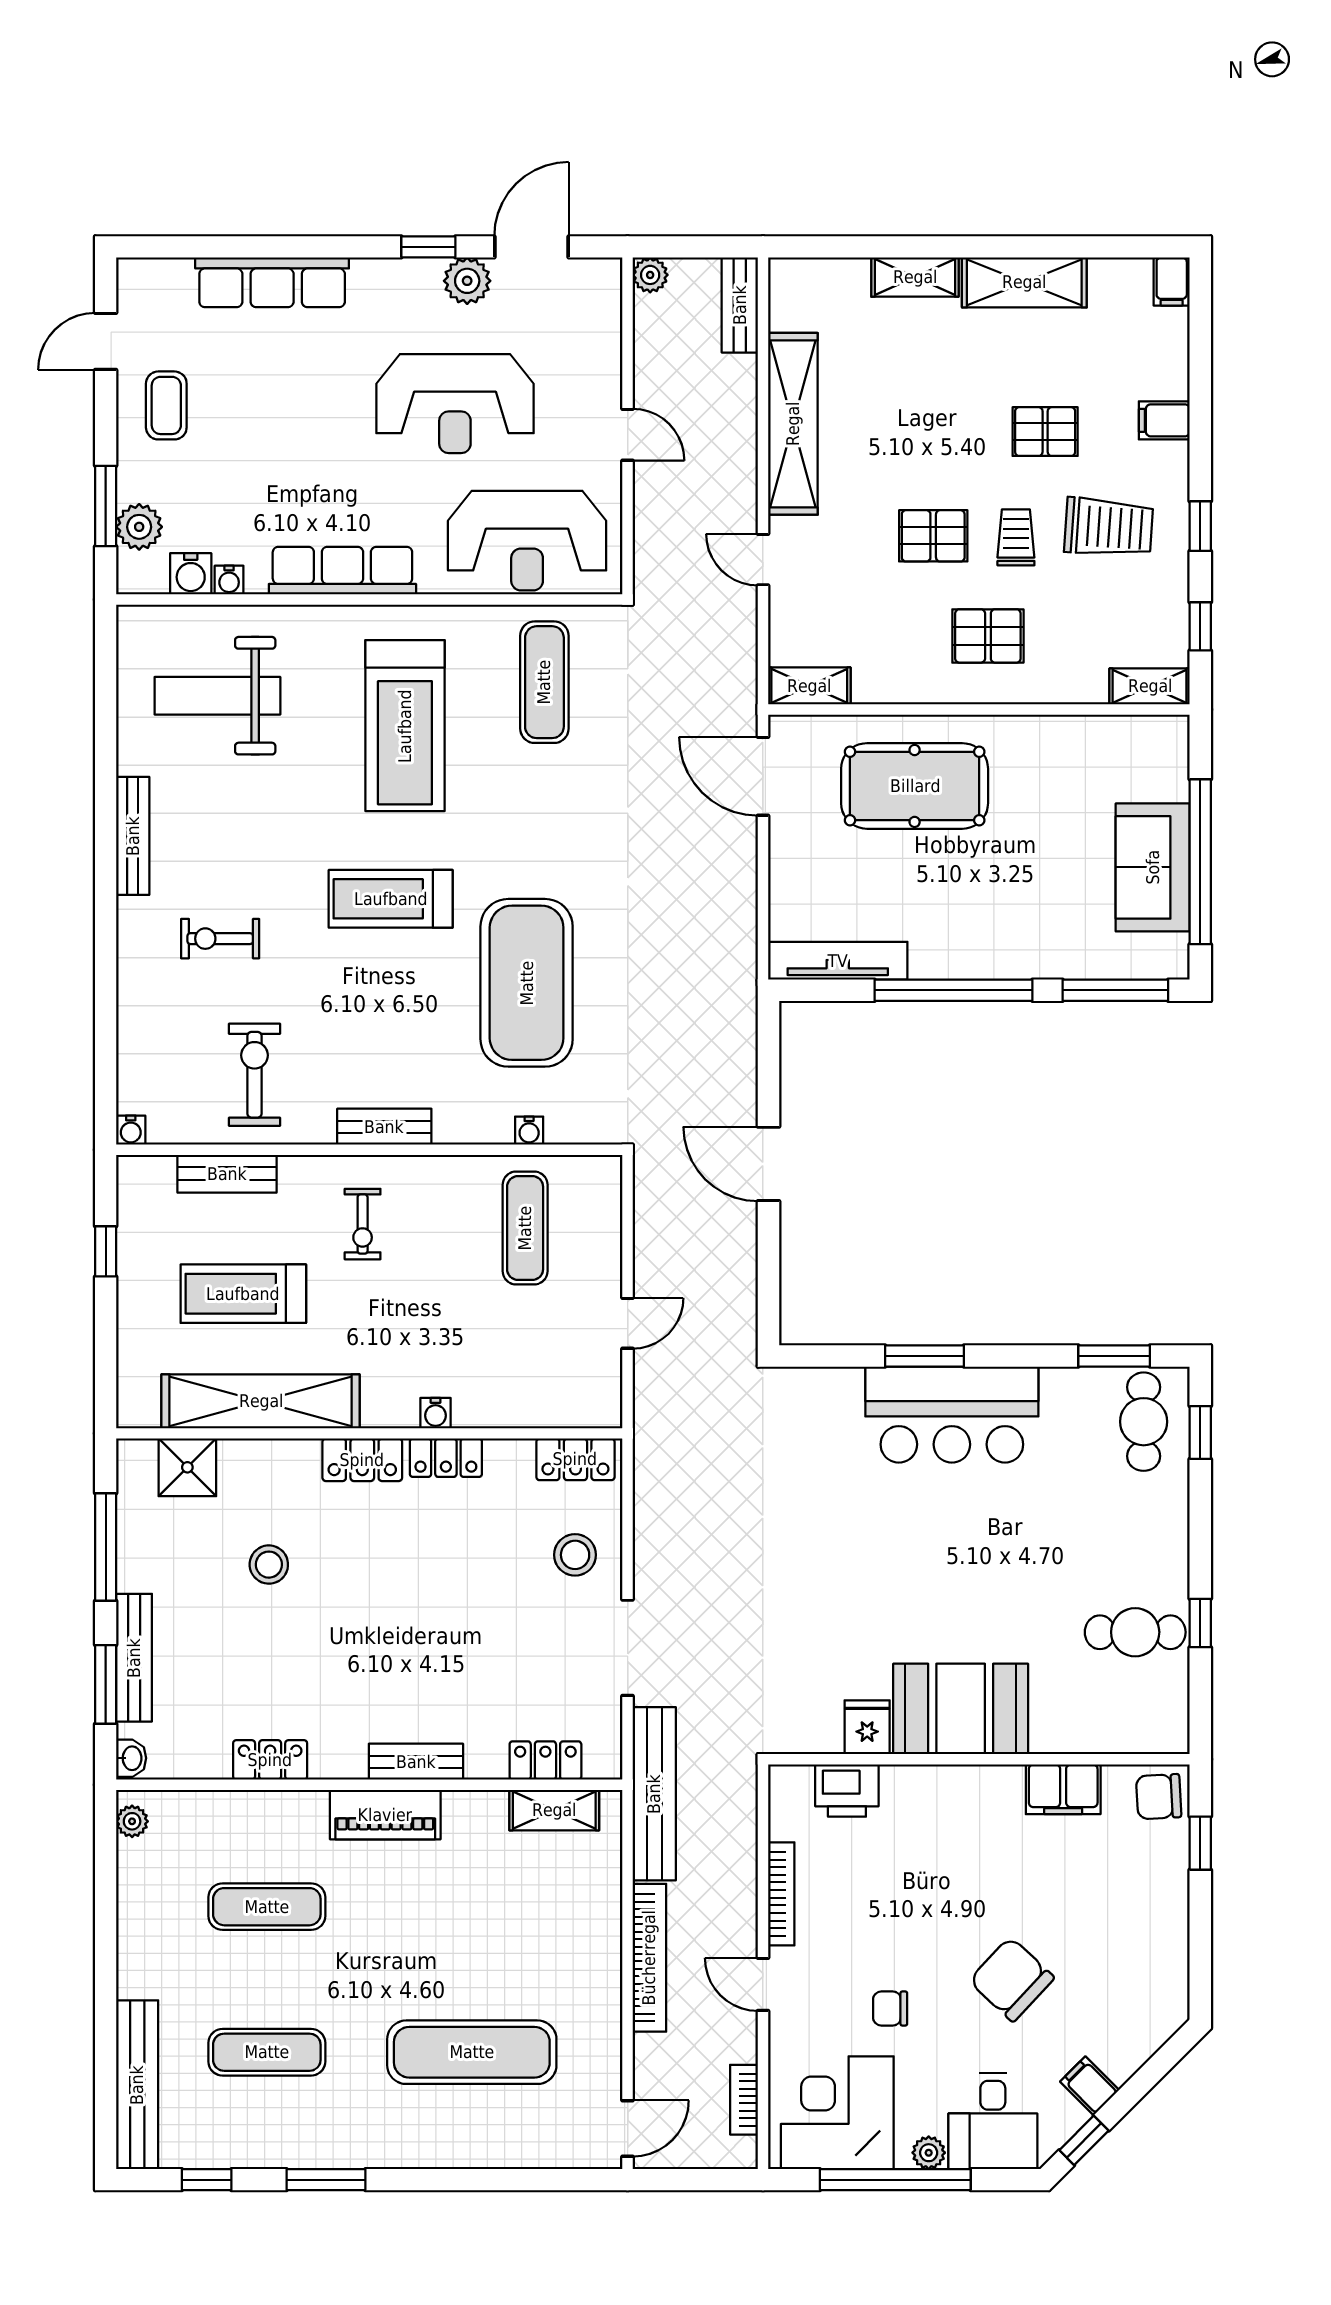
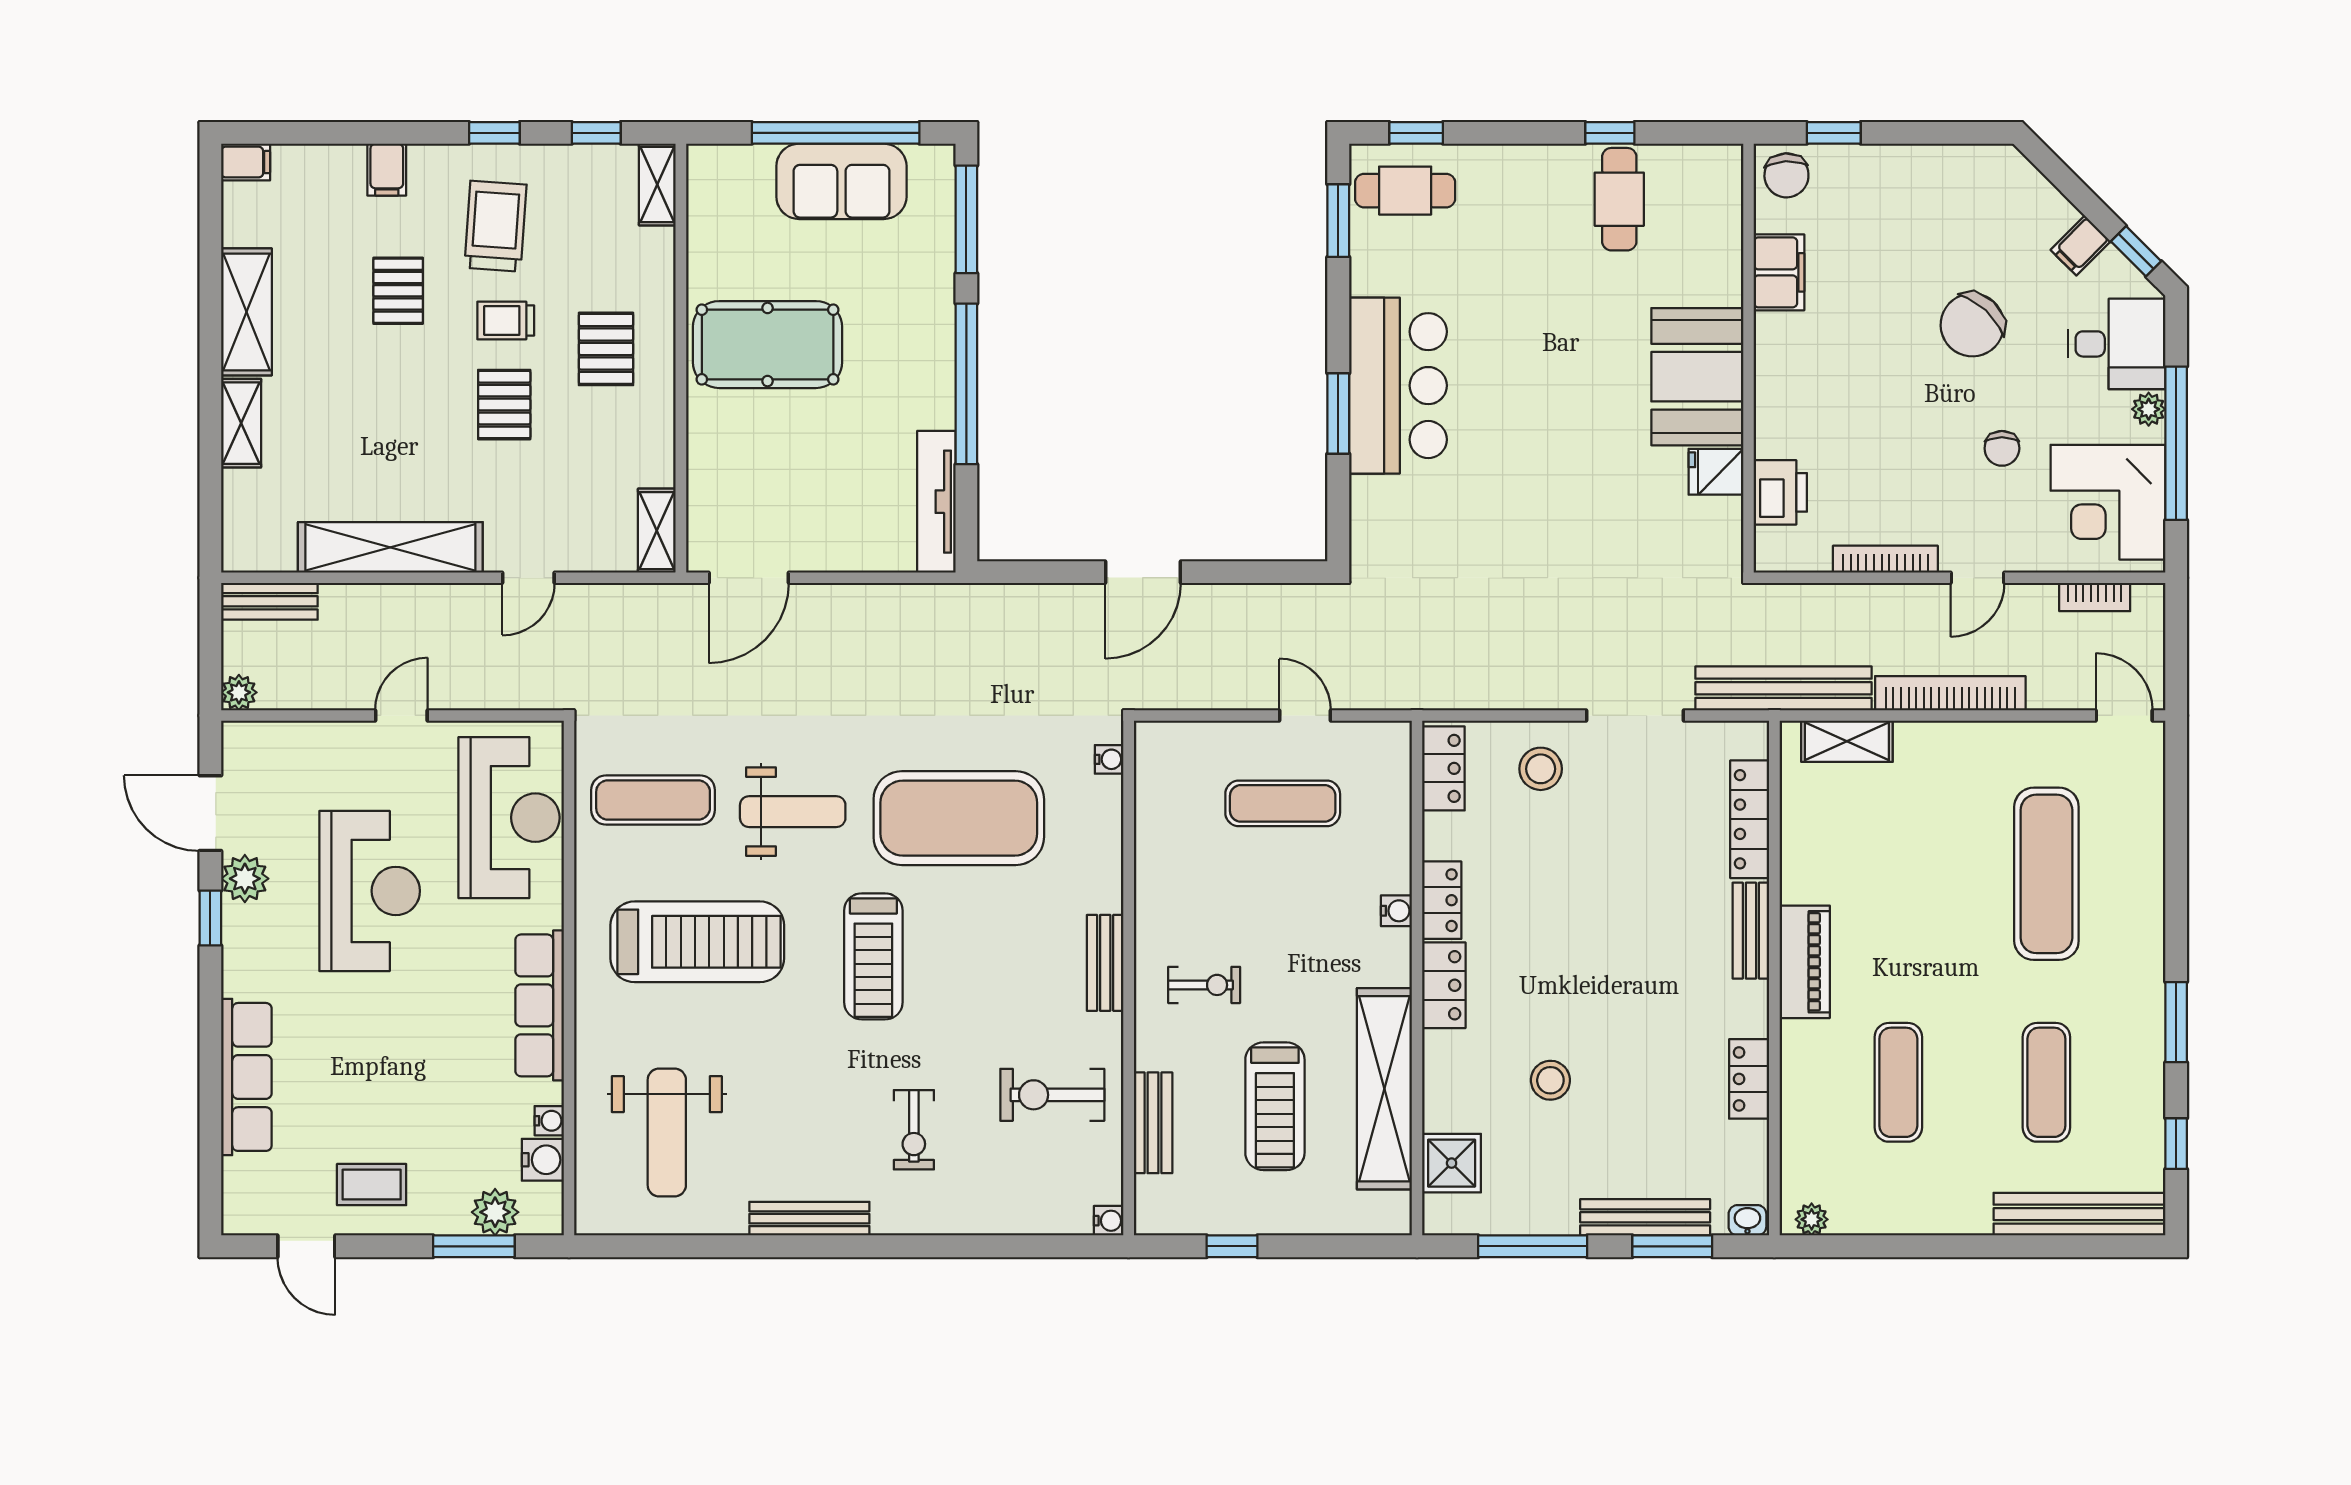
pool table: (915, 786) -> (768, 345), moved, turned 90
weight bench: (533, 819) -> (793, 812), added
water cooler: (529, 1131) -> (1109, 759), moved
exercise mat: (525, 1228) -> (1283, 803), moved
locker: (545, 1760) -> (1750, 819), width x1.53
shelving: (554, 1810) -> (1847, 741), moved, turned 90

